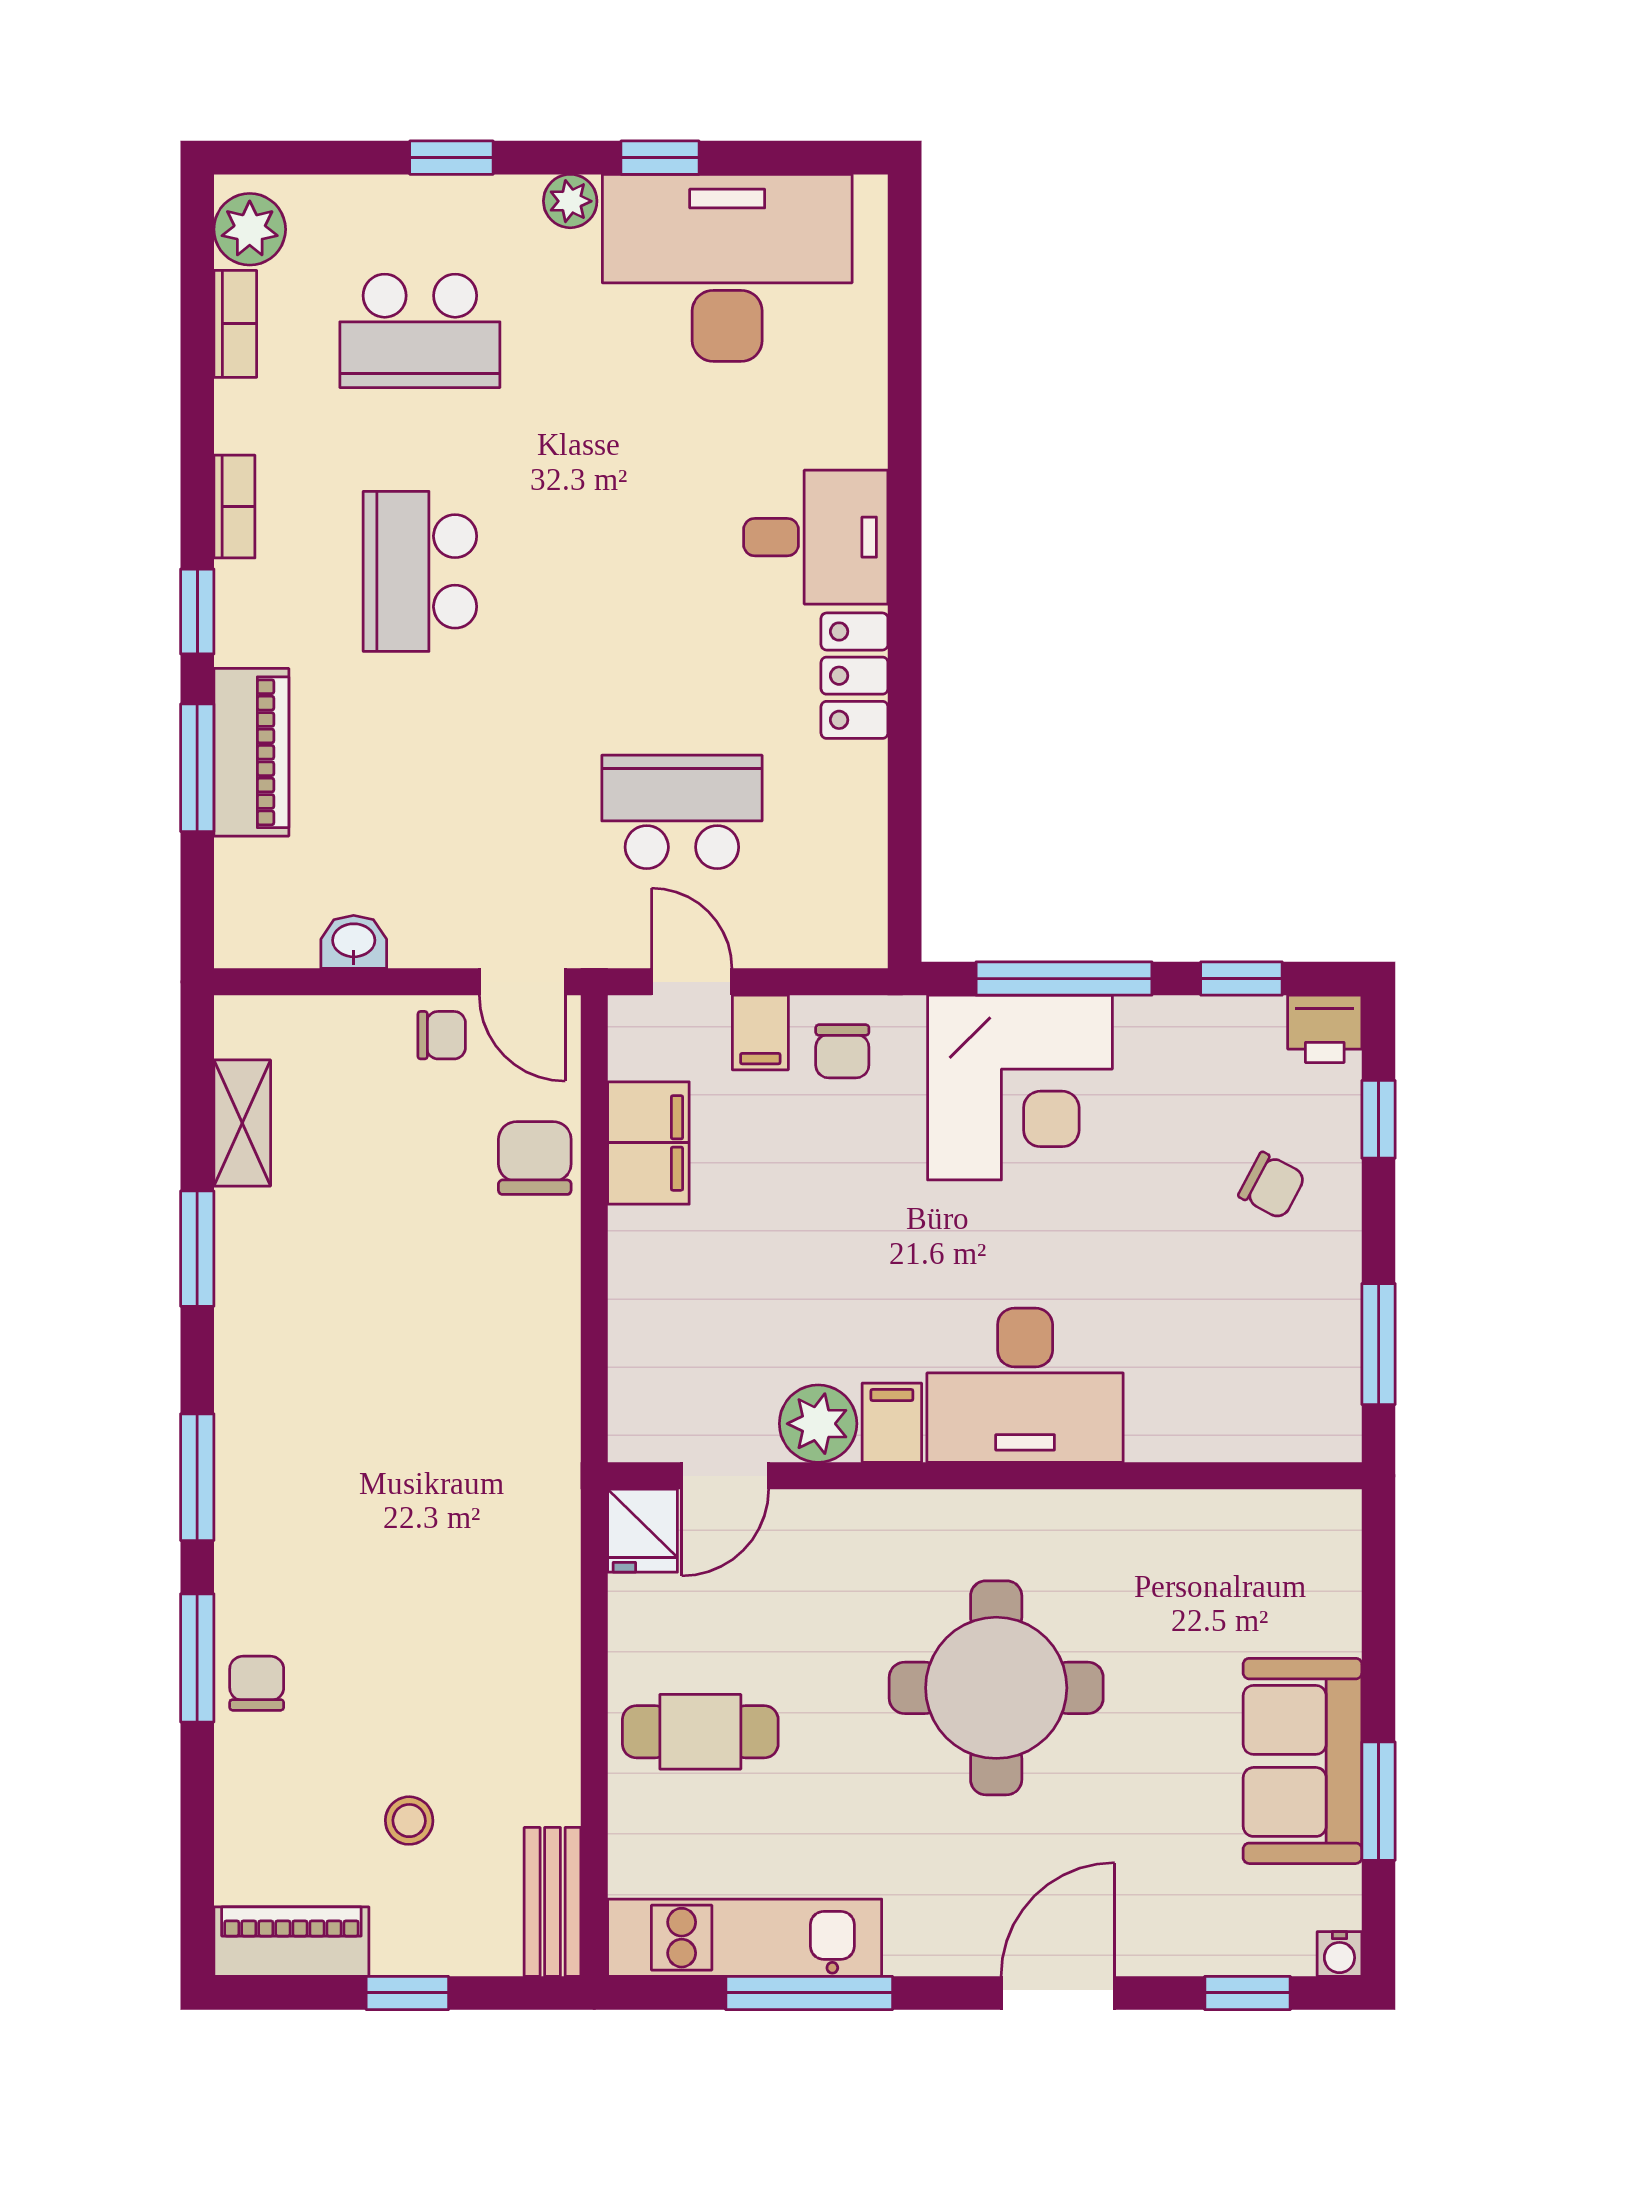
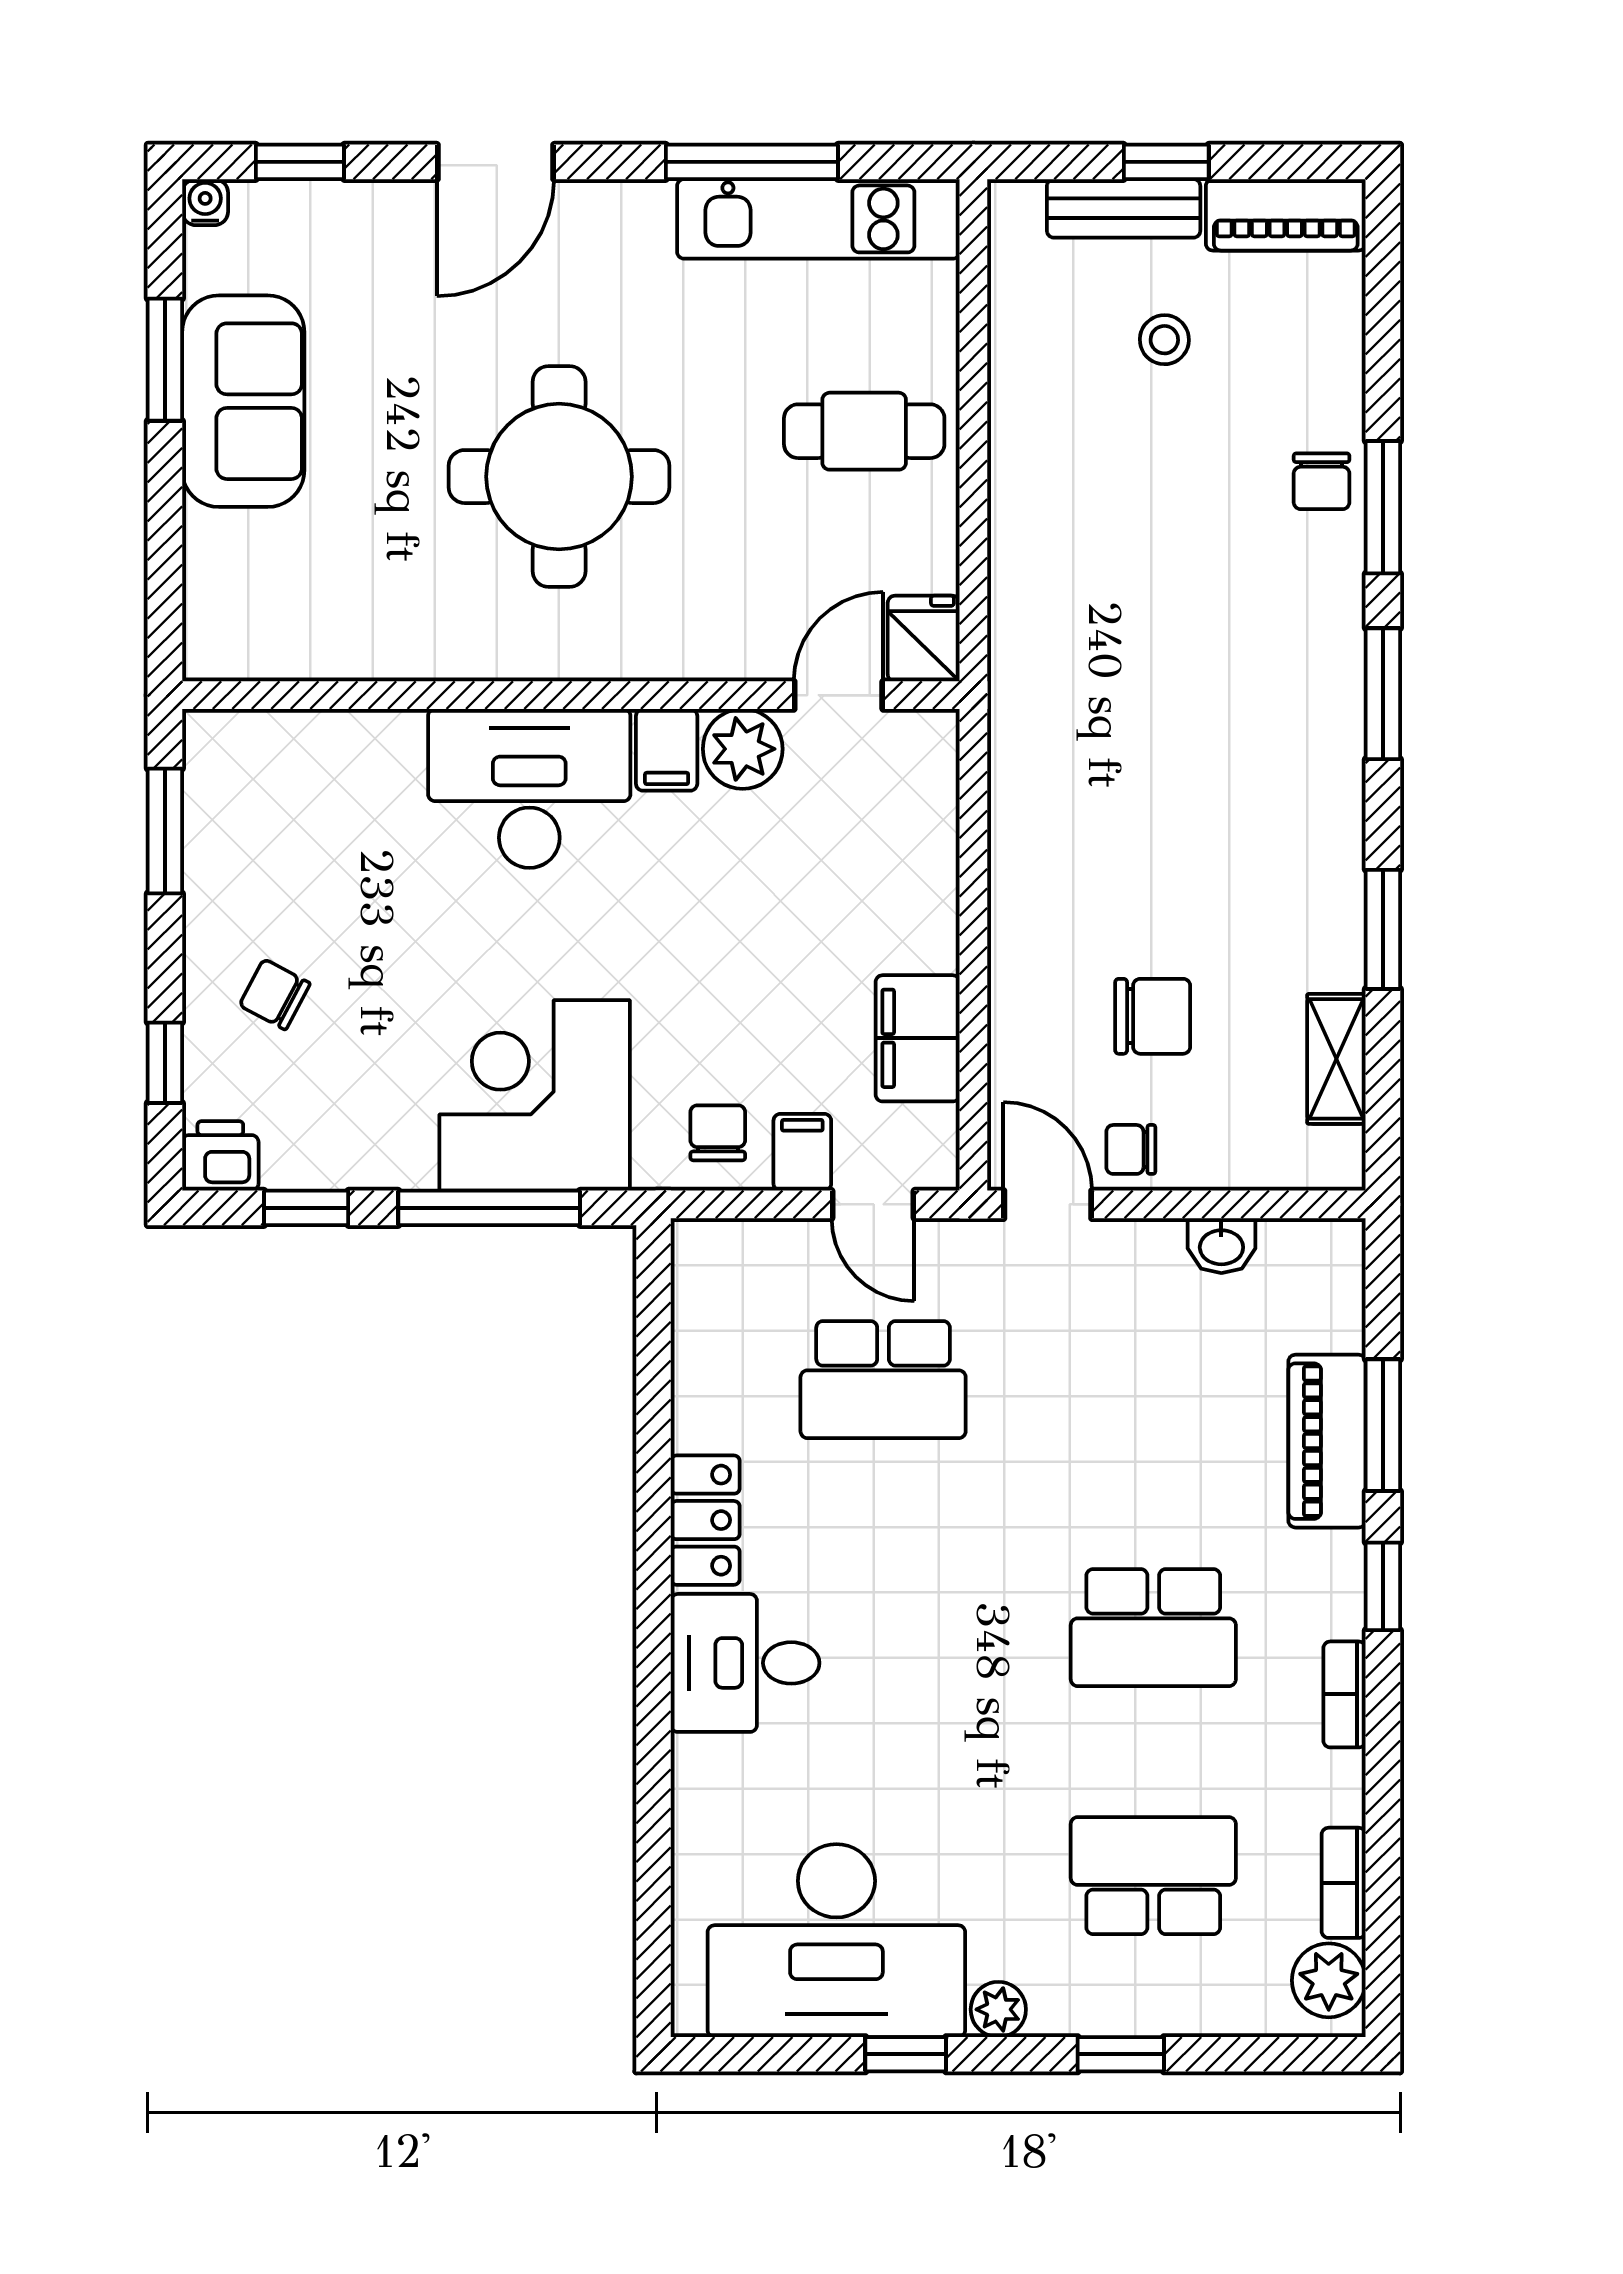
school desk: (420, 571) -> (1153, 1628), turned 90
chair: (535, 1158) -> (1153, 1016), moved, turned -90
bench: (553, 1902) -> (1124, 208), moved, turned 90

